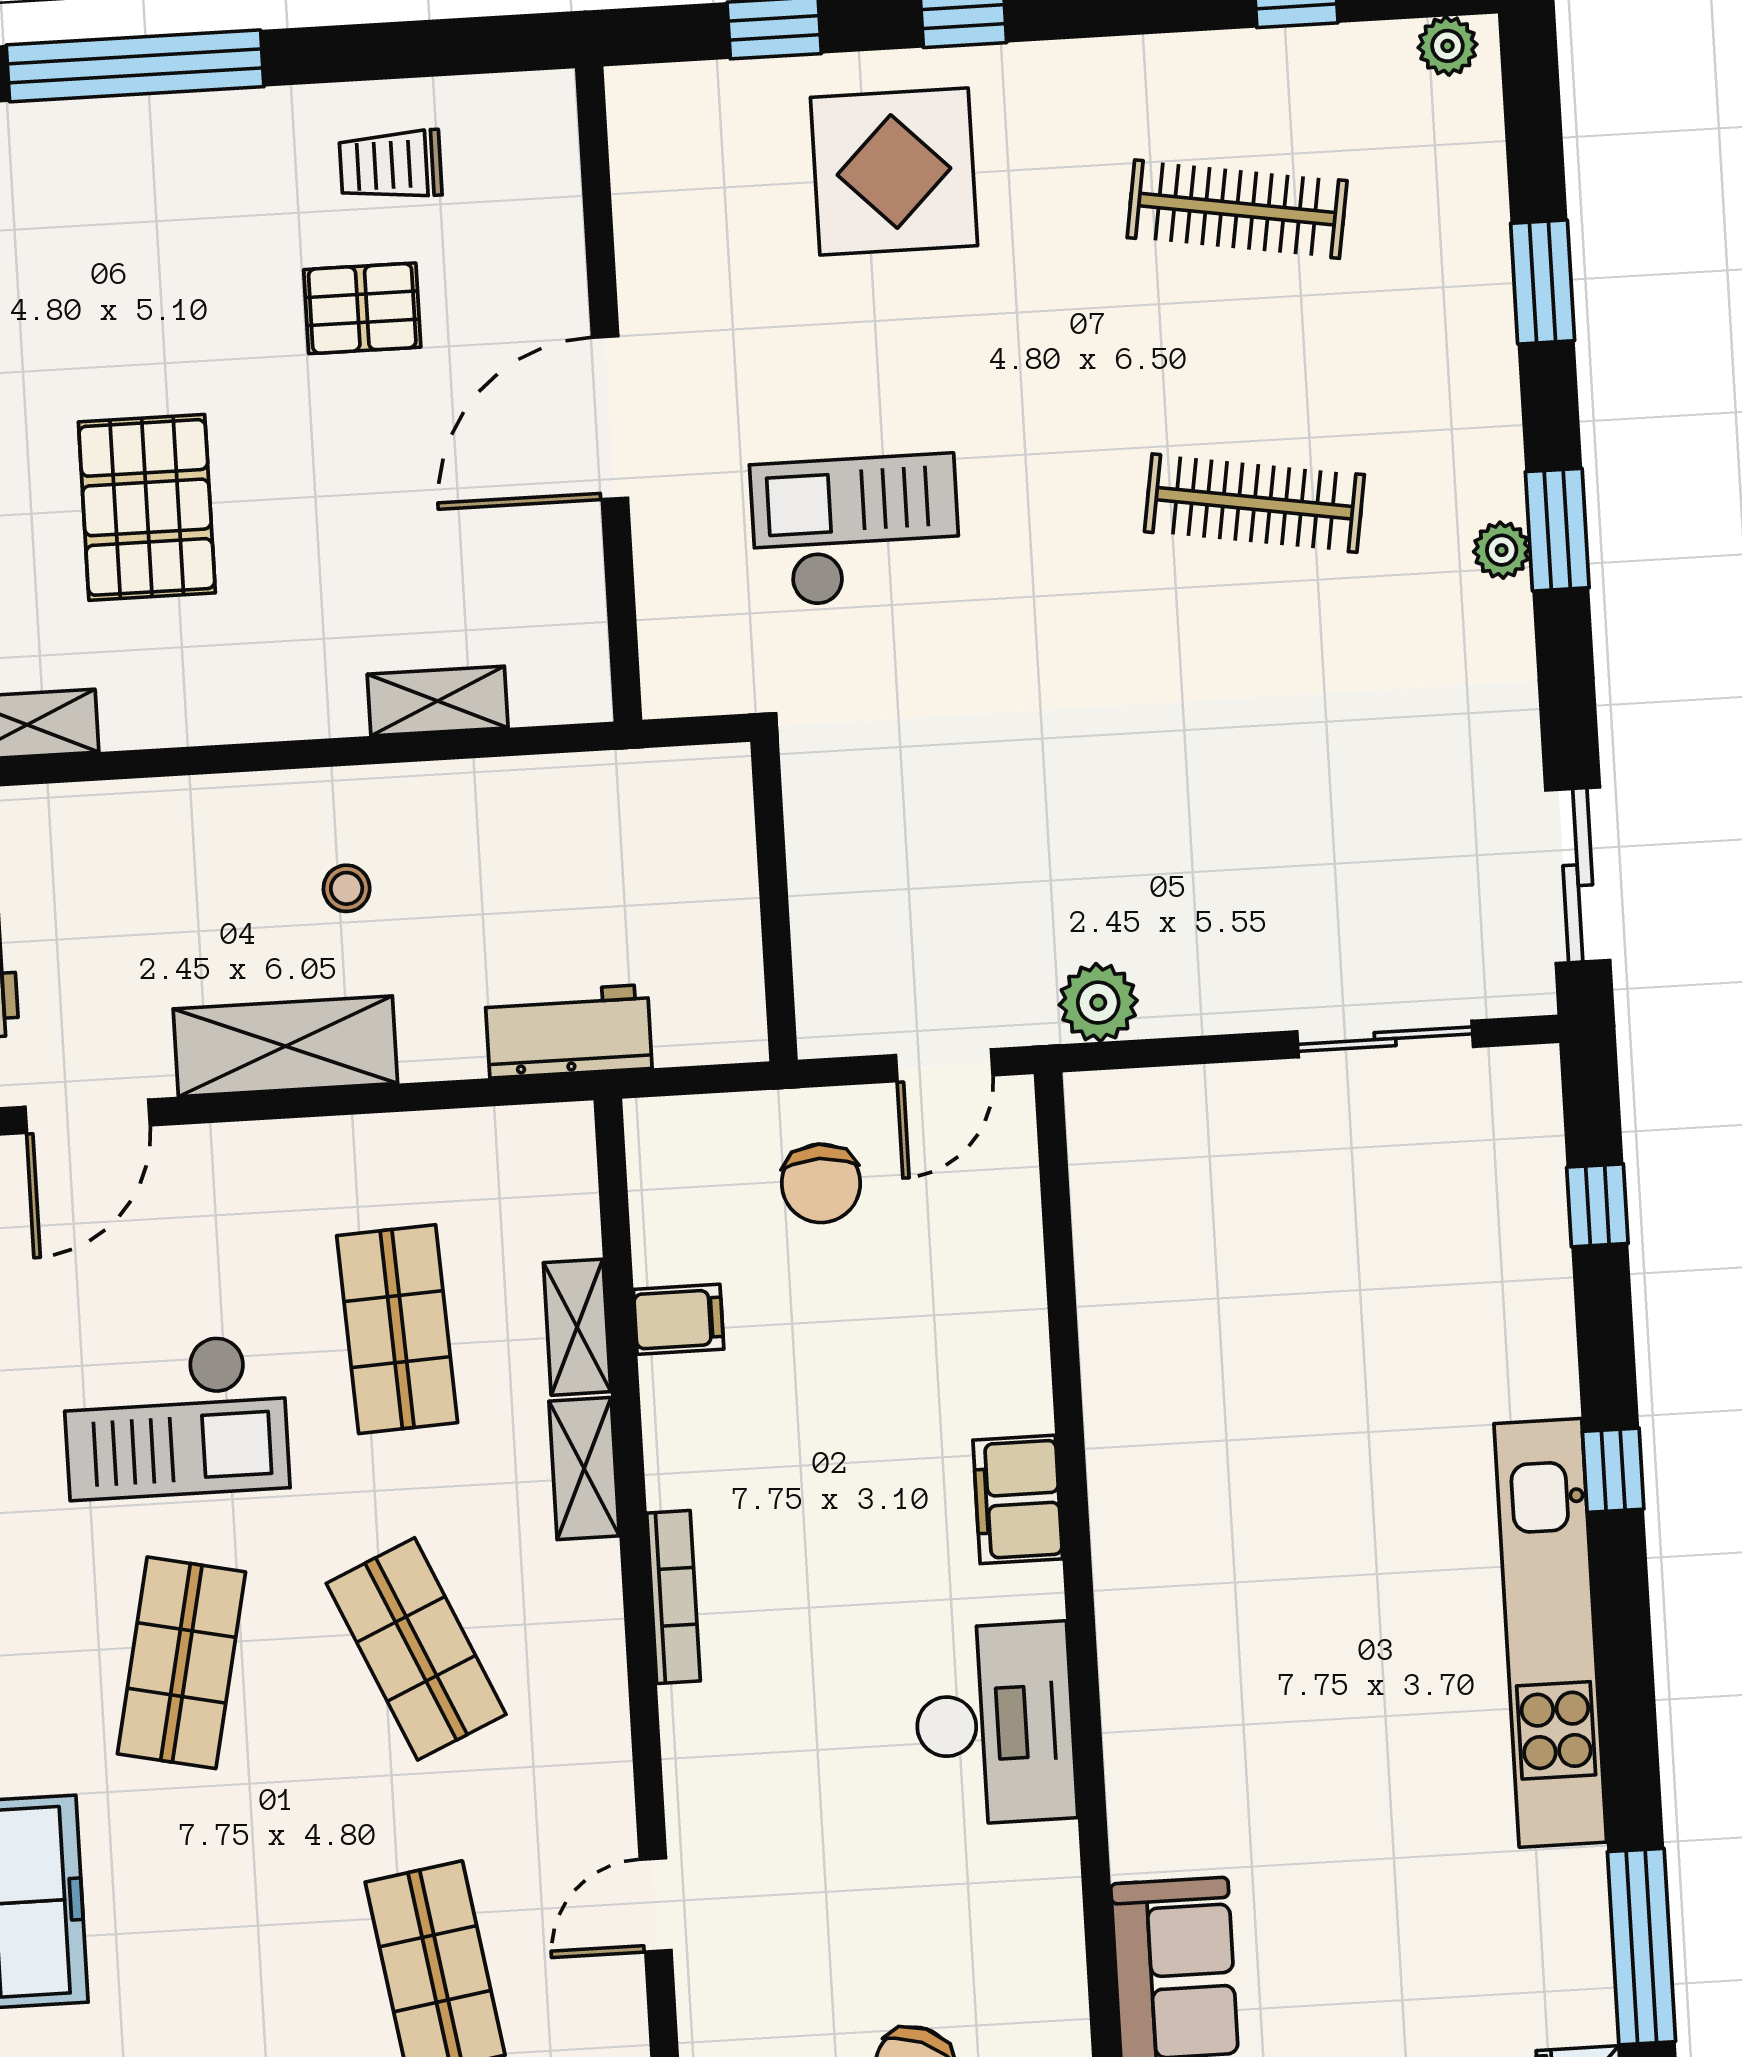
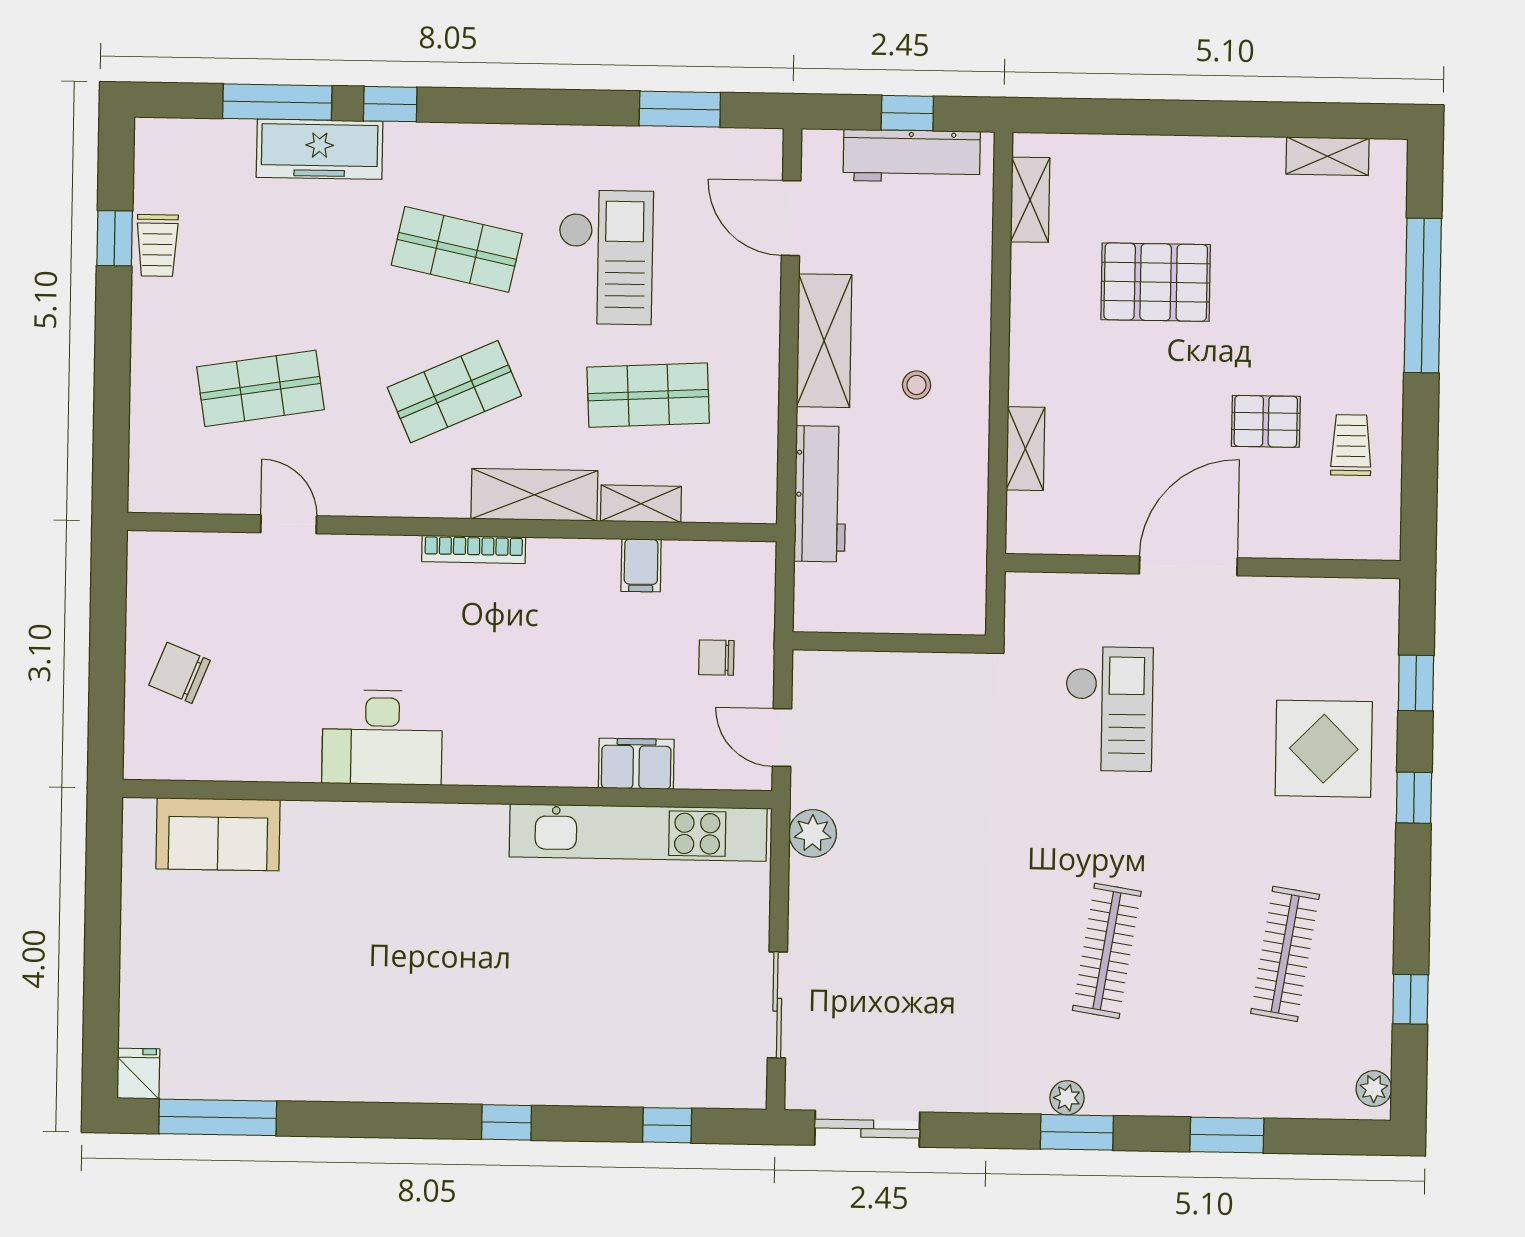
pallet: (362, 308) -> (1266, 421), turned 90
door: (610, 418) -> (1188, 566), hinge flipped
workbench: (568, 1031) -> (820, 494), width x1.38
chair: (821, 1183) -> (716, 658), width x0.73, depth x0.73
checkout: (176, 1417) -> (605, 257), turned 180
shelving: (584, 1469) -> (534, 495), width x1.50, depth x1.33
filing cabinet: (1018, 1499) -> (636, 764), moved
kitchen unit: (1550, 1633) -> (638, 833), moved, turned 180

